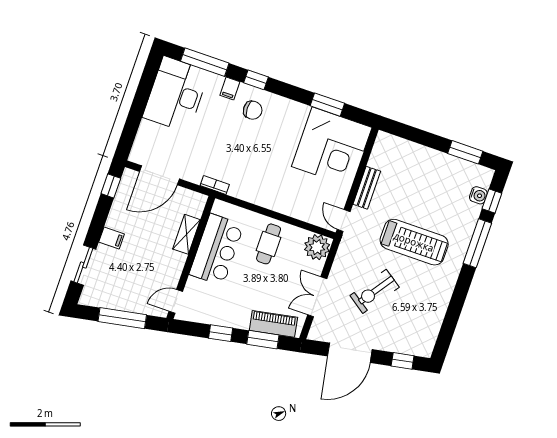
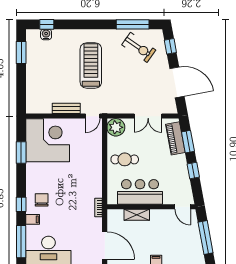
window: (477, 243) -> (133, 24), moved
exercise bike: (375, 291) -> (139, 47), moved

